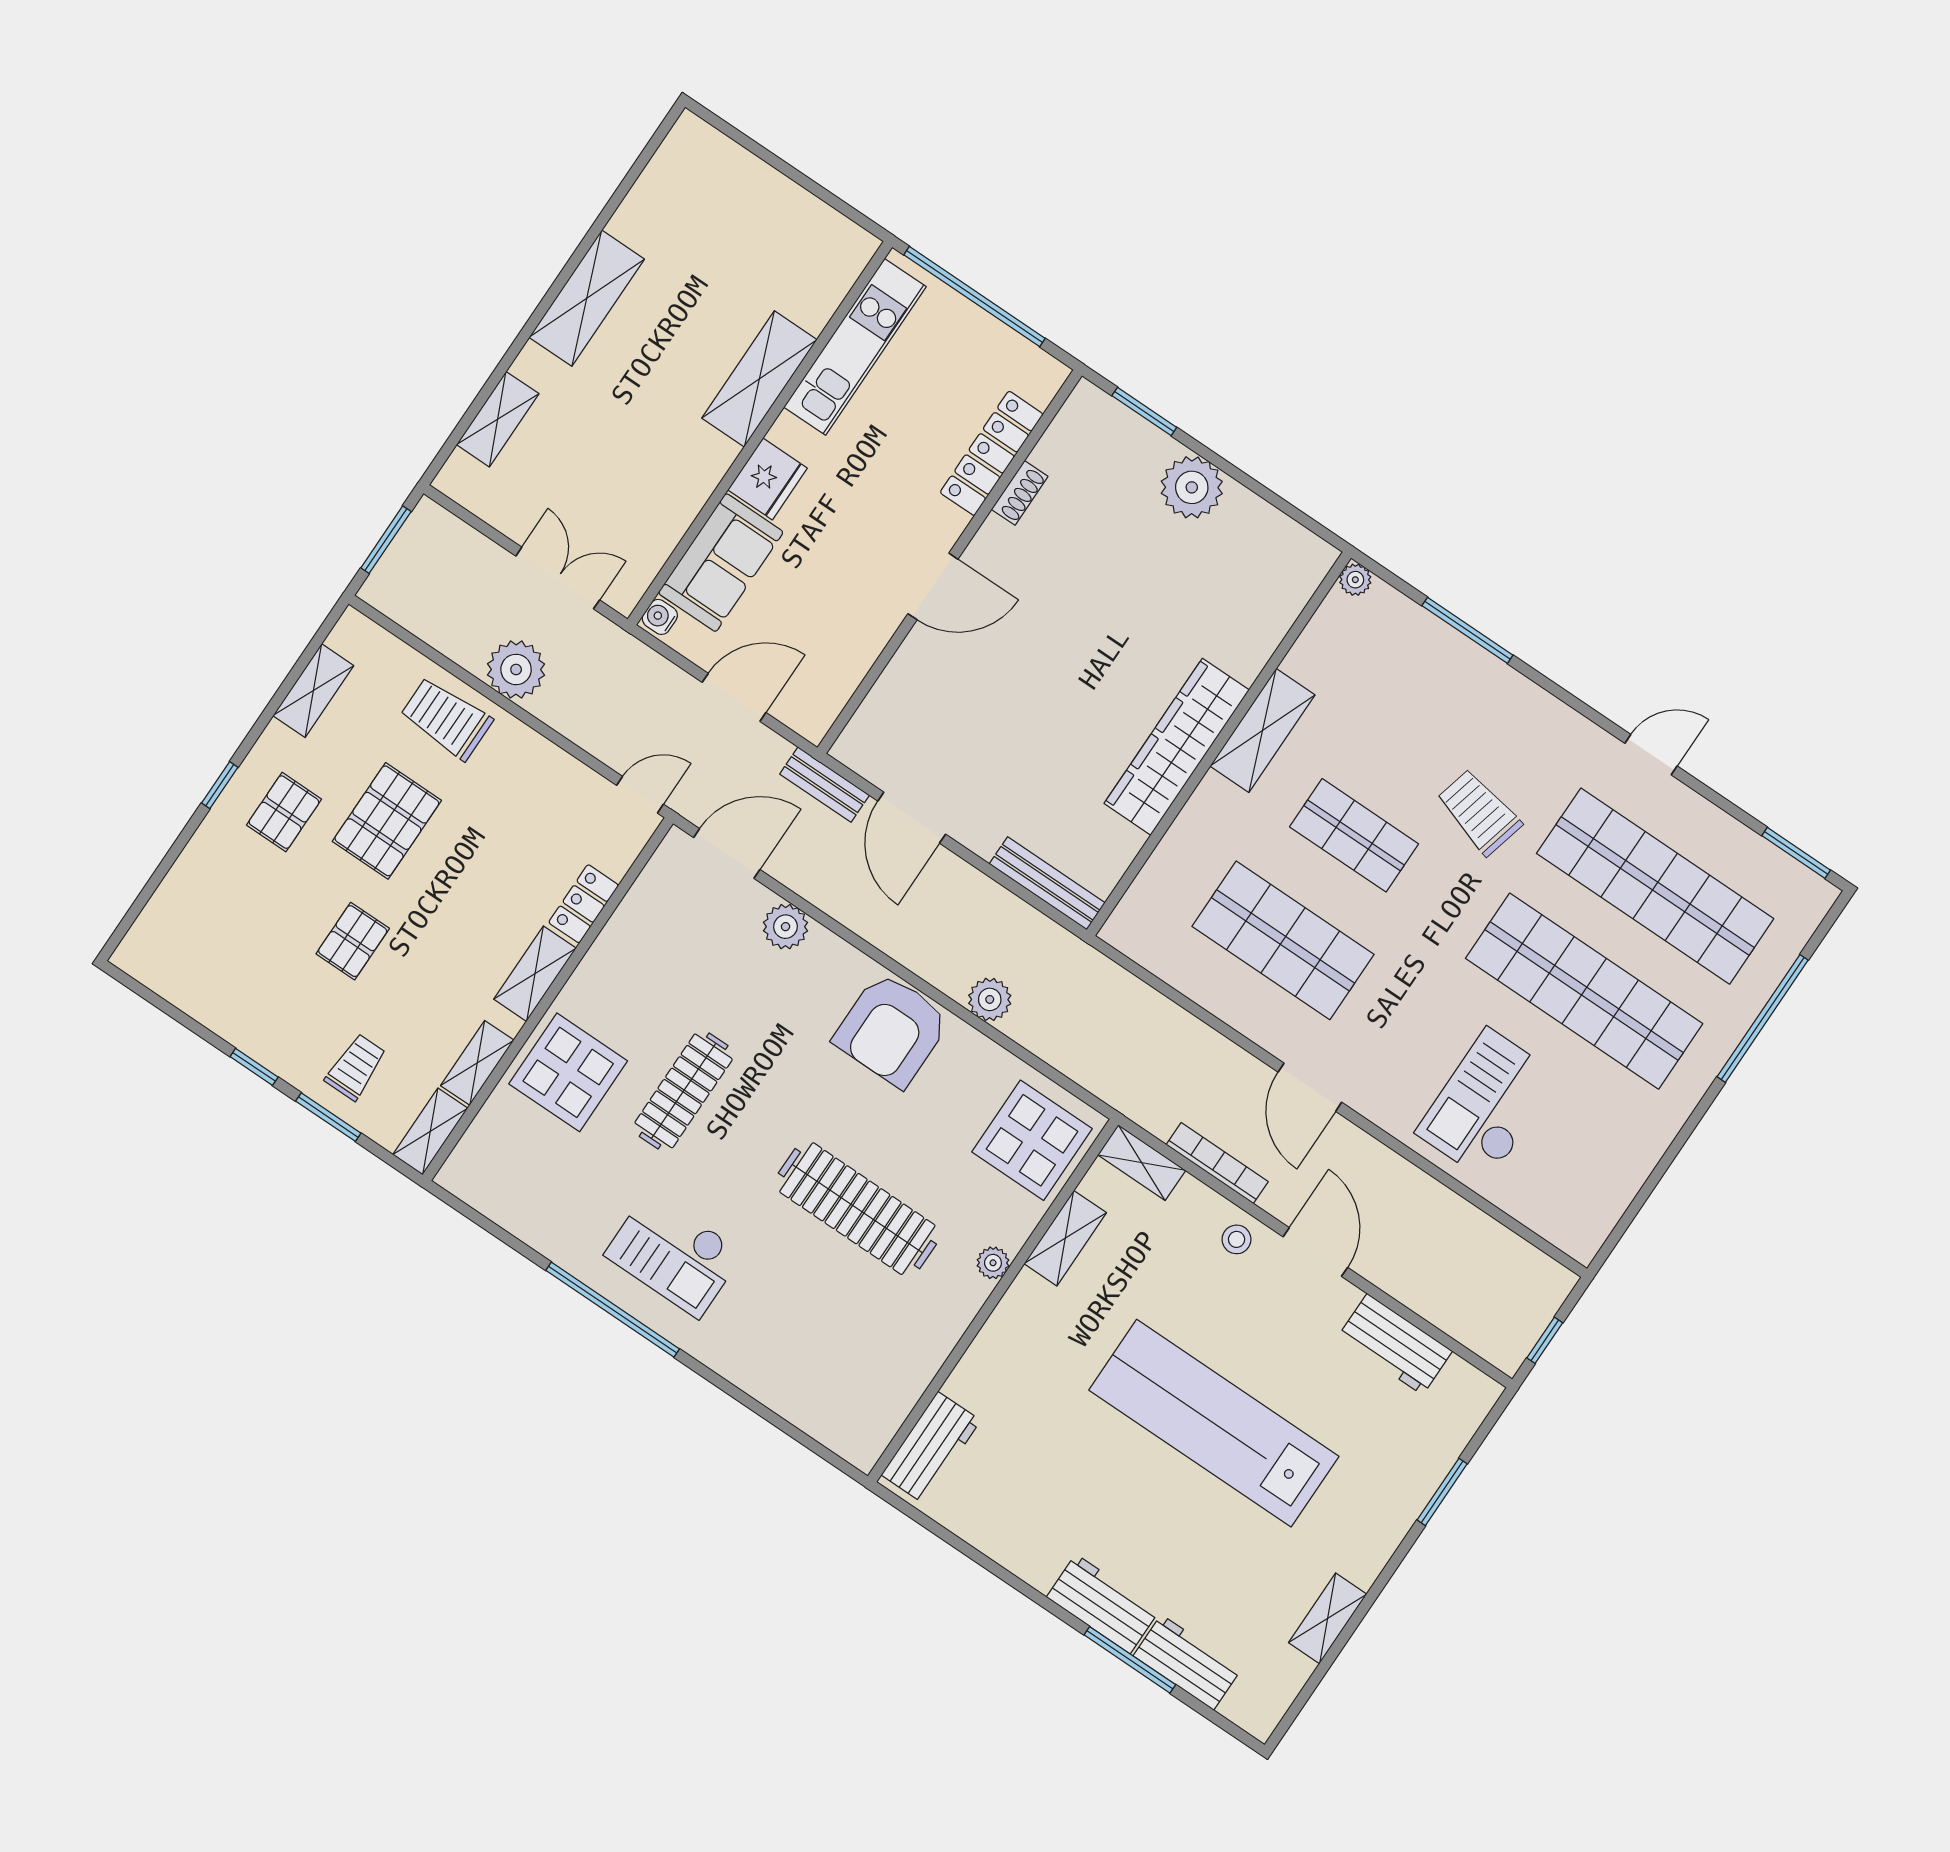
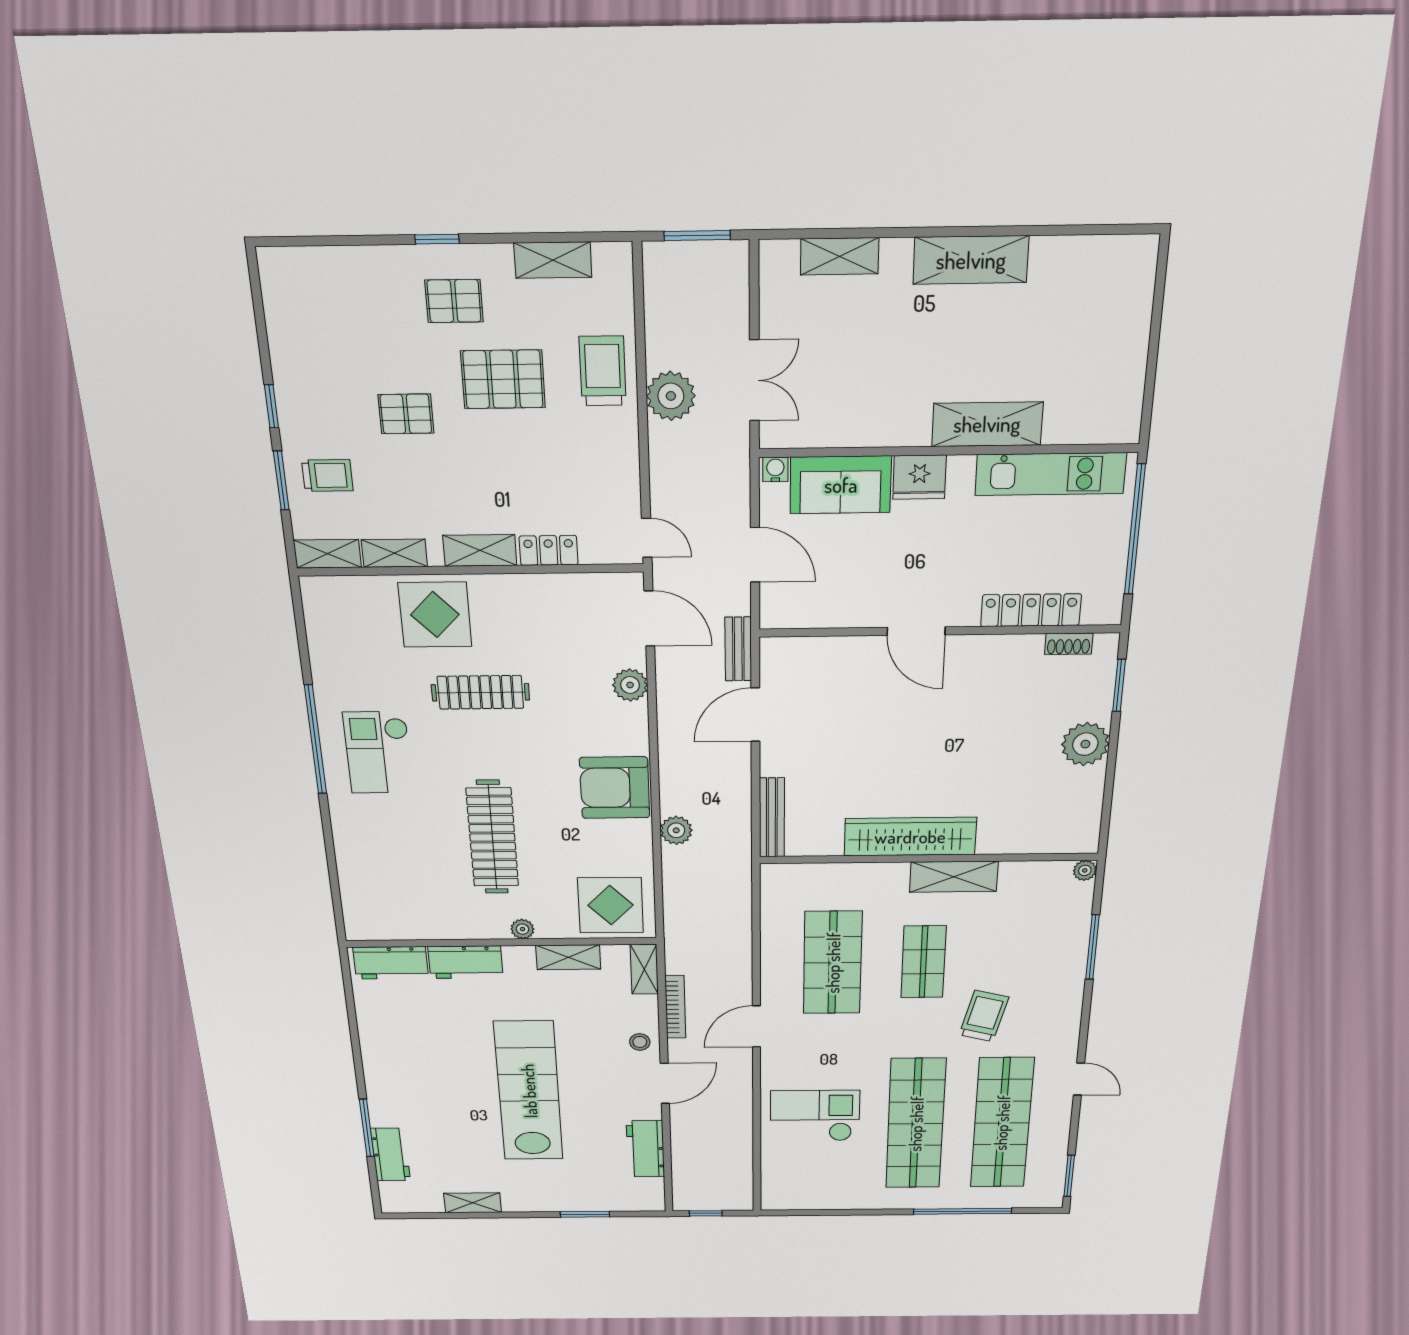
shoe rack: (1020, 493) -> (1069, 644), moved
workbench: (1103, 1604) -> (466, 962), moved, turned 90

